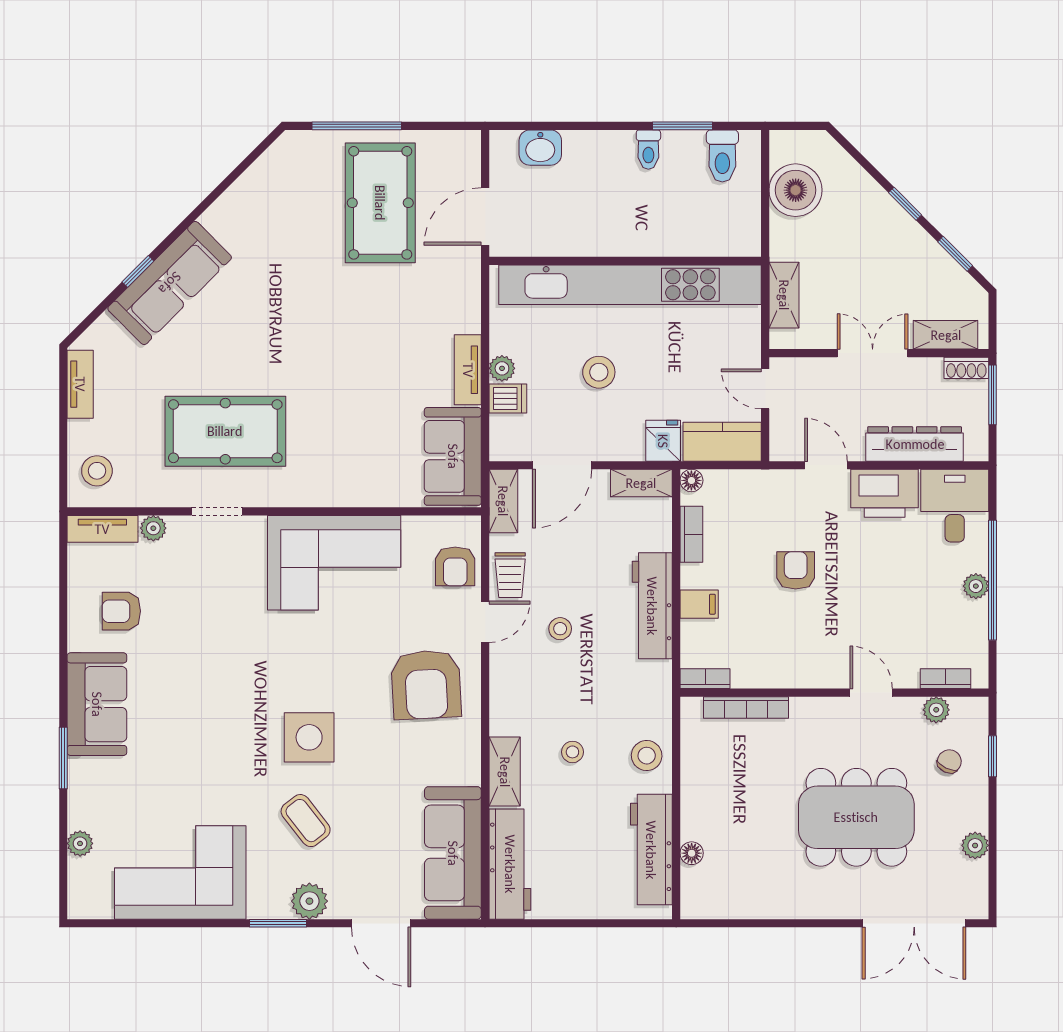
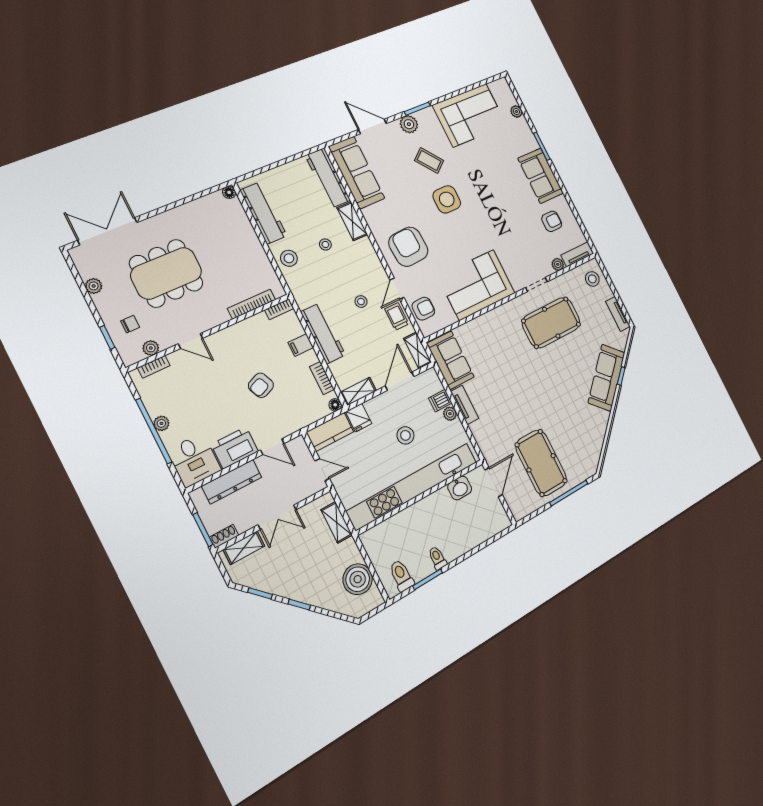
washbasin: (540, 148) -> (460, 488), moved, turned 180
armchair: (455, 566) -> (423, 309), turned 90
armchair: (796, 570) -> (261, 385), turned 67
chair: (949, 761) -> (130, 324), turned -116
floor lamp: (692, 853) -> (229, 192), moved

